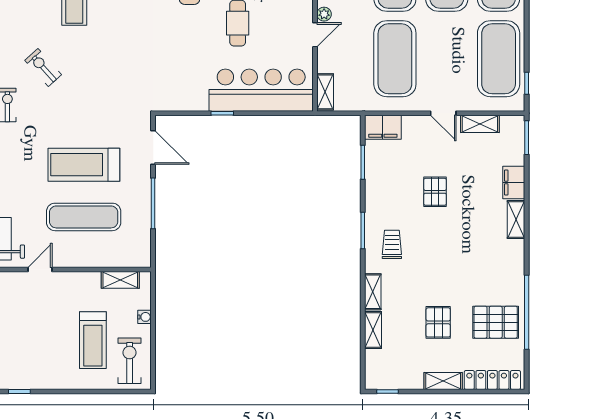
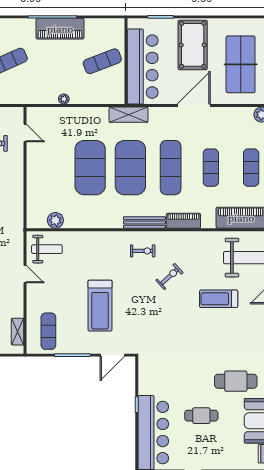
treadmill: (84, 165) -> (100, 306), turned 180
exercise mat: (84, 217) -> (48, 331), moved, width x0.73, depth x0.69

